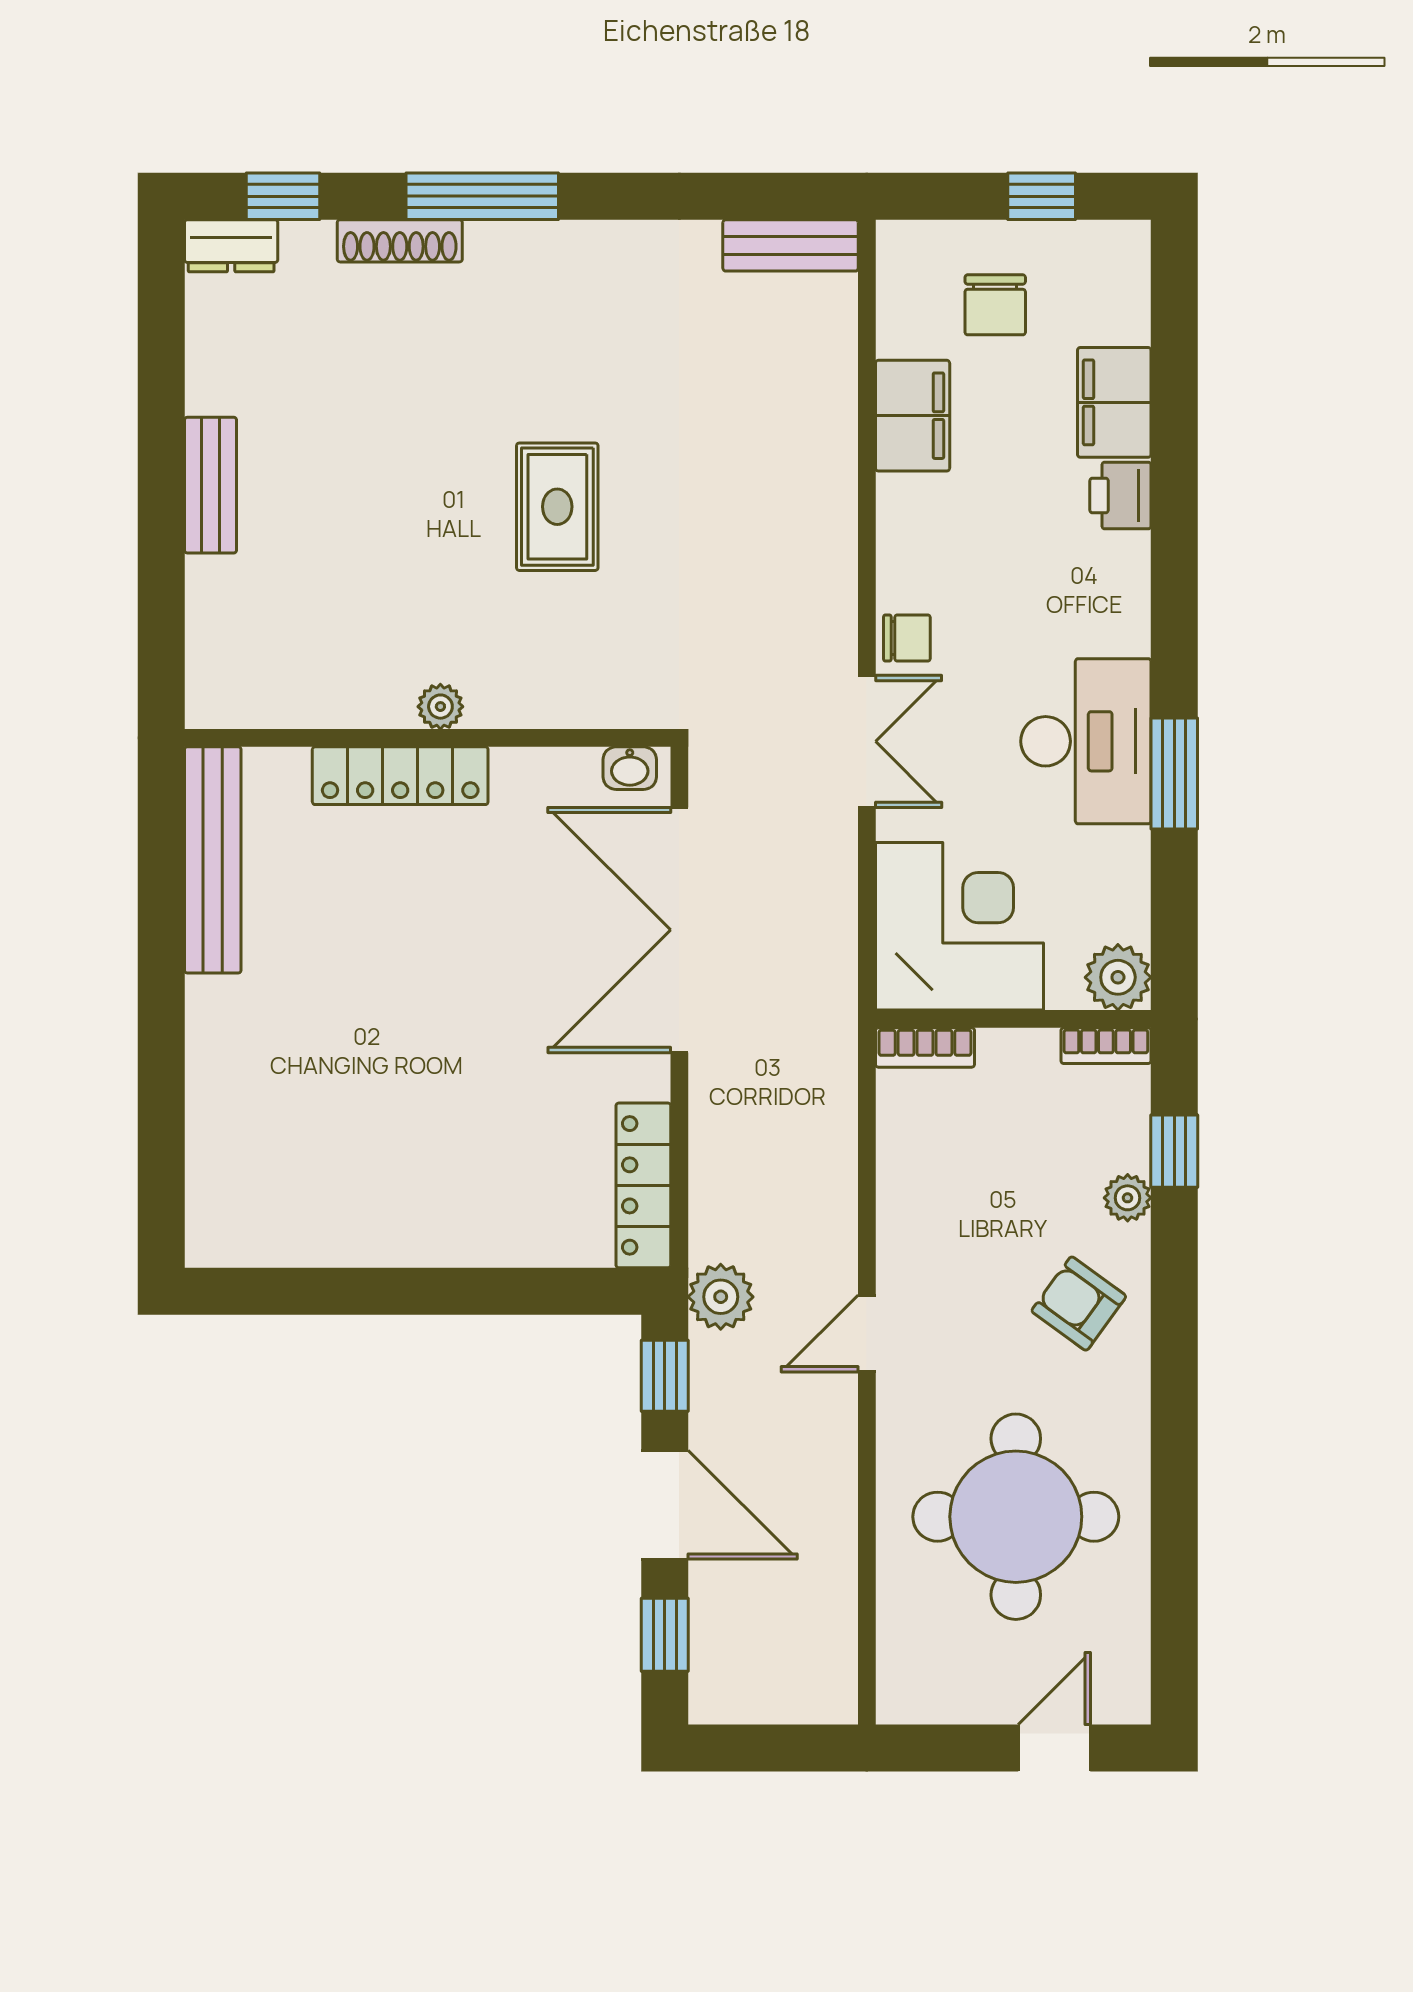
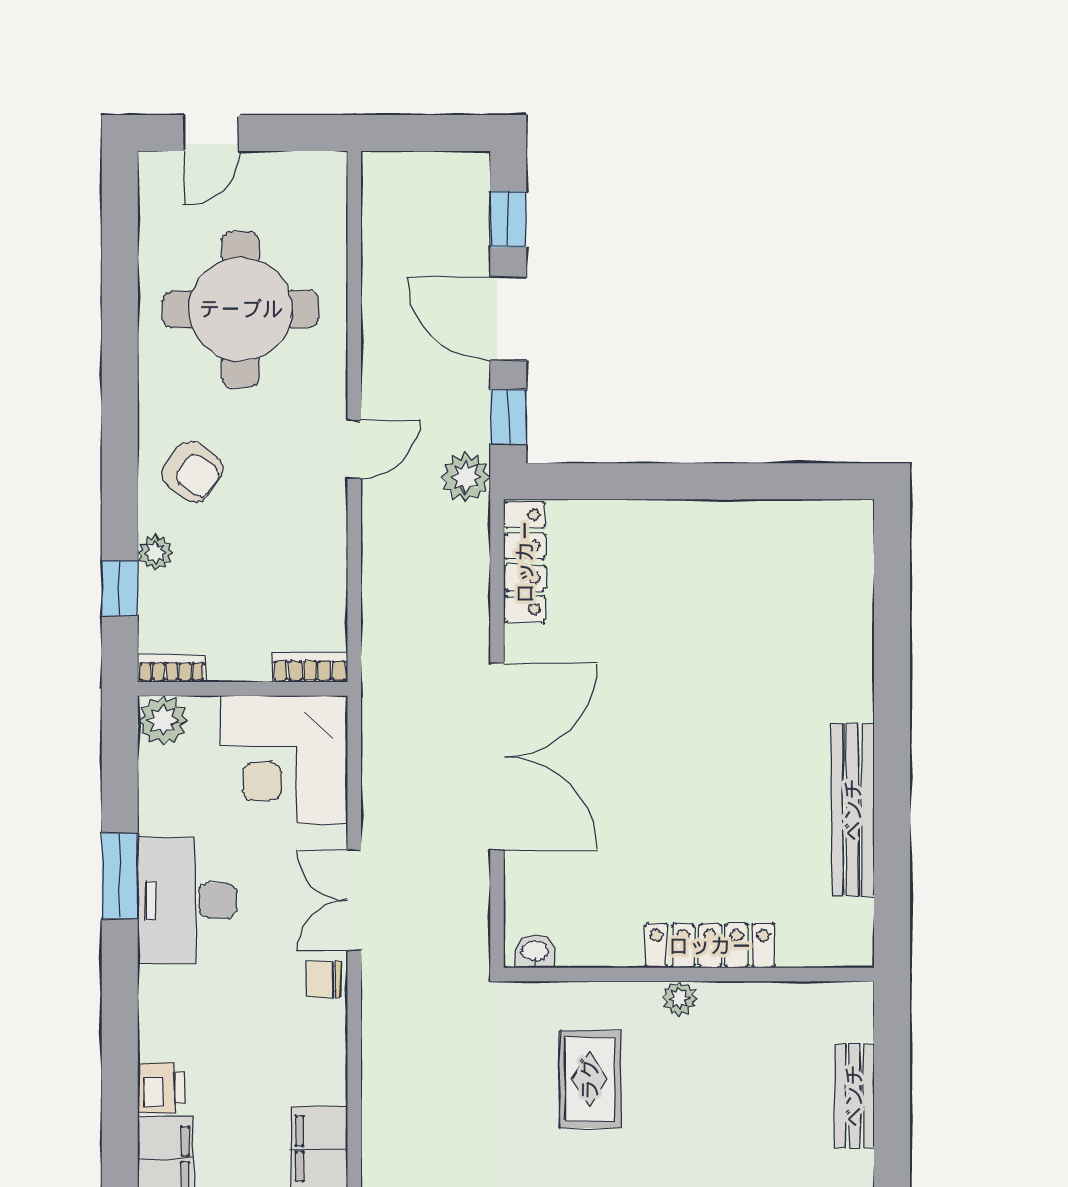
plant: (440, 707) -> (679, 998), moved
wall: (428, 738) -> (689, 975), moved
washbasin: (630, 768) -> (535, 951), moved
locker: (400, 776) -> (710, 946), moved

